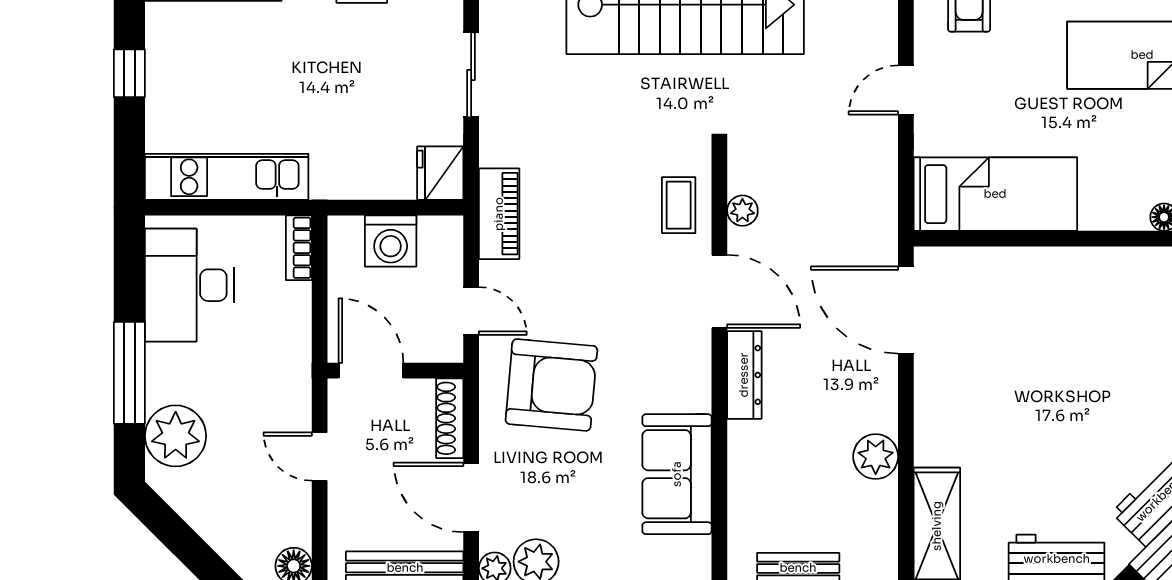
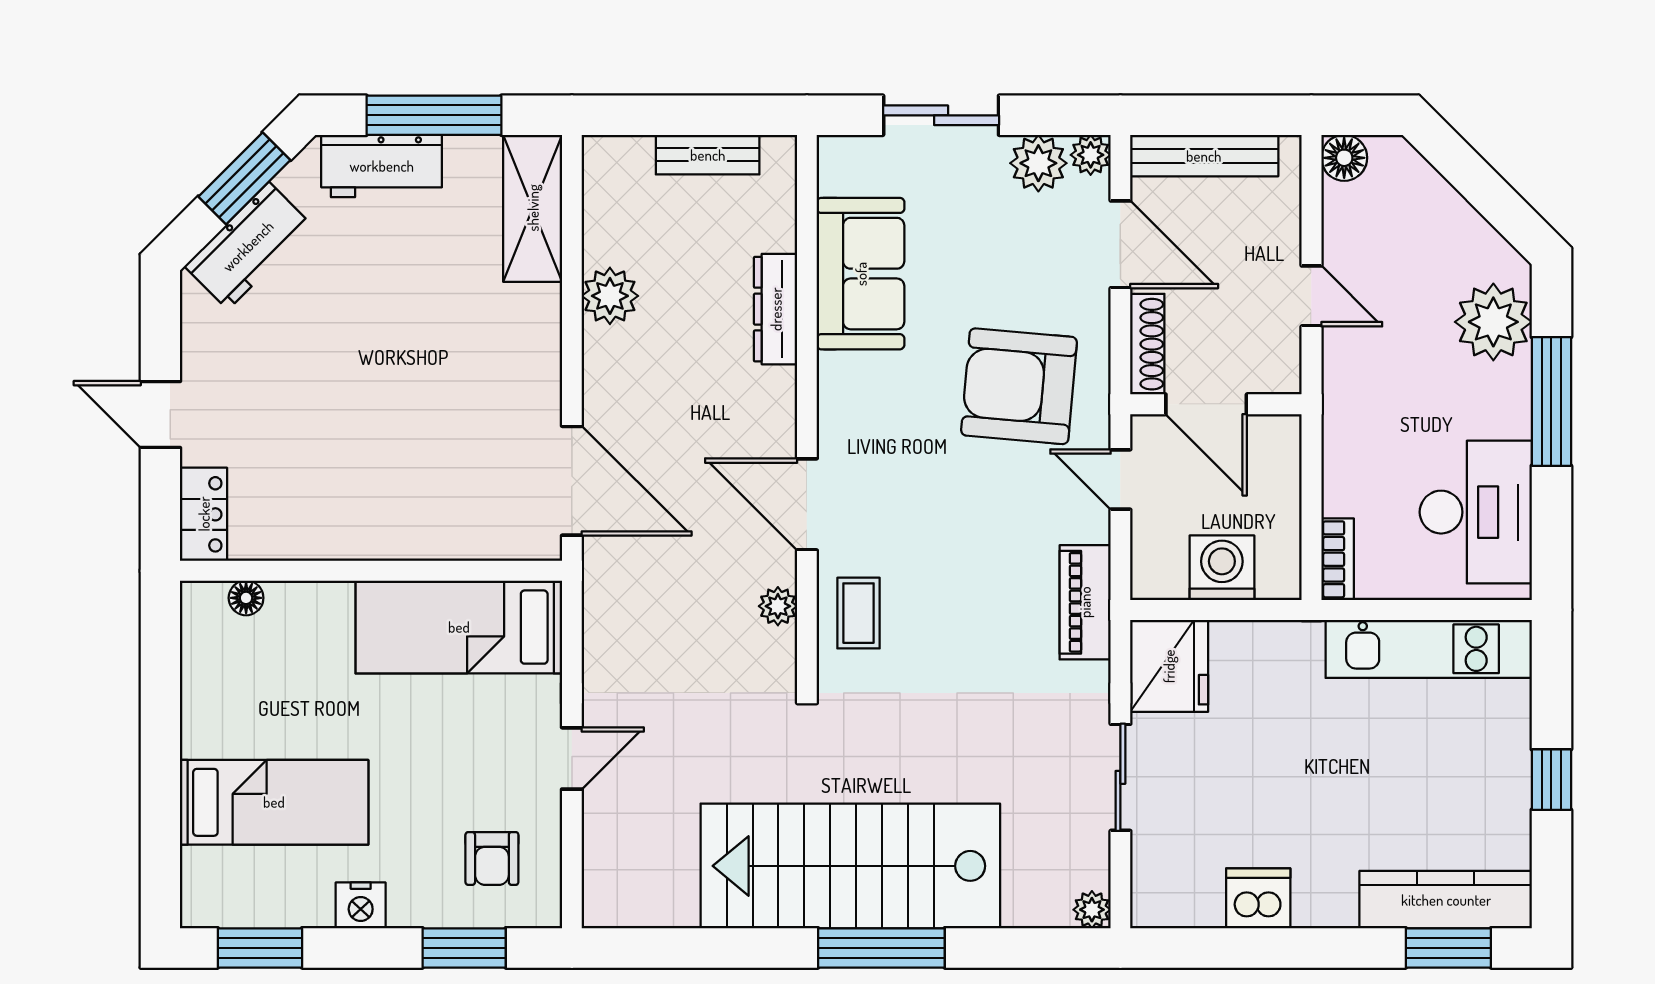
fridge: (440, 173) -> (1169, 666), width x1.36, depth x1.34
door: (371, 371) -> (1206, 404), moved
dresser: (744, 375) -> (776, 309), moved

